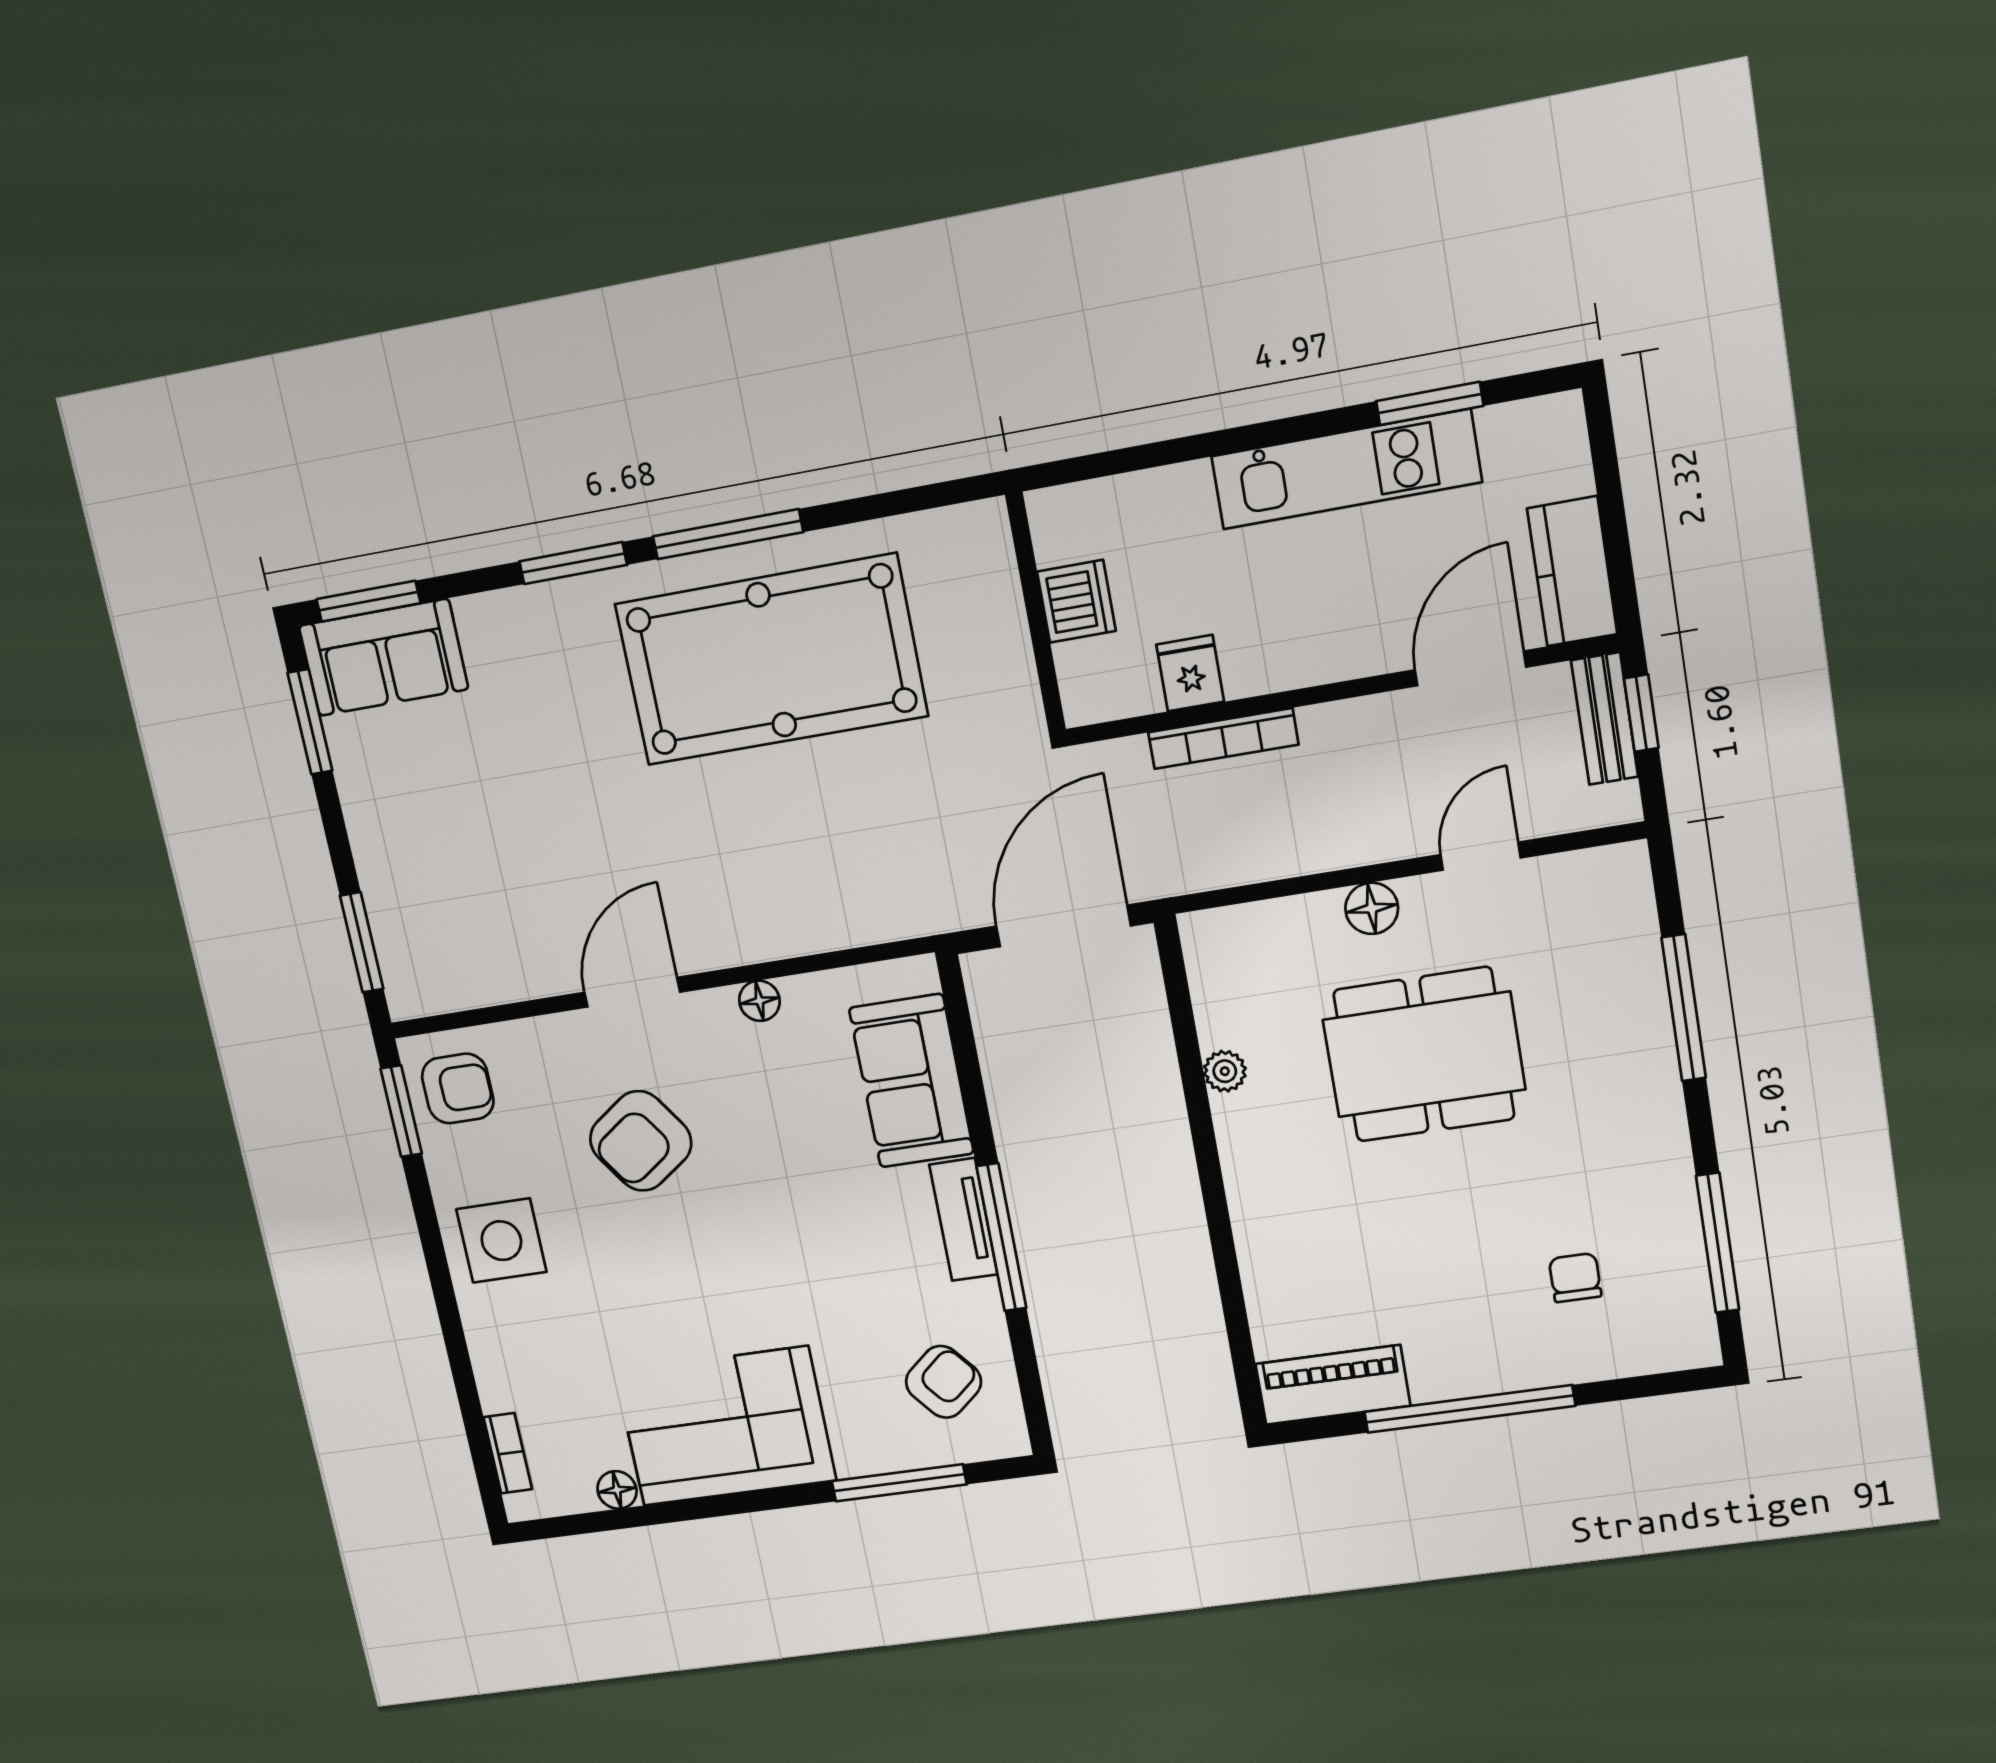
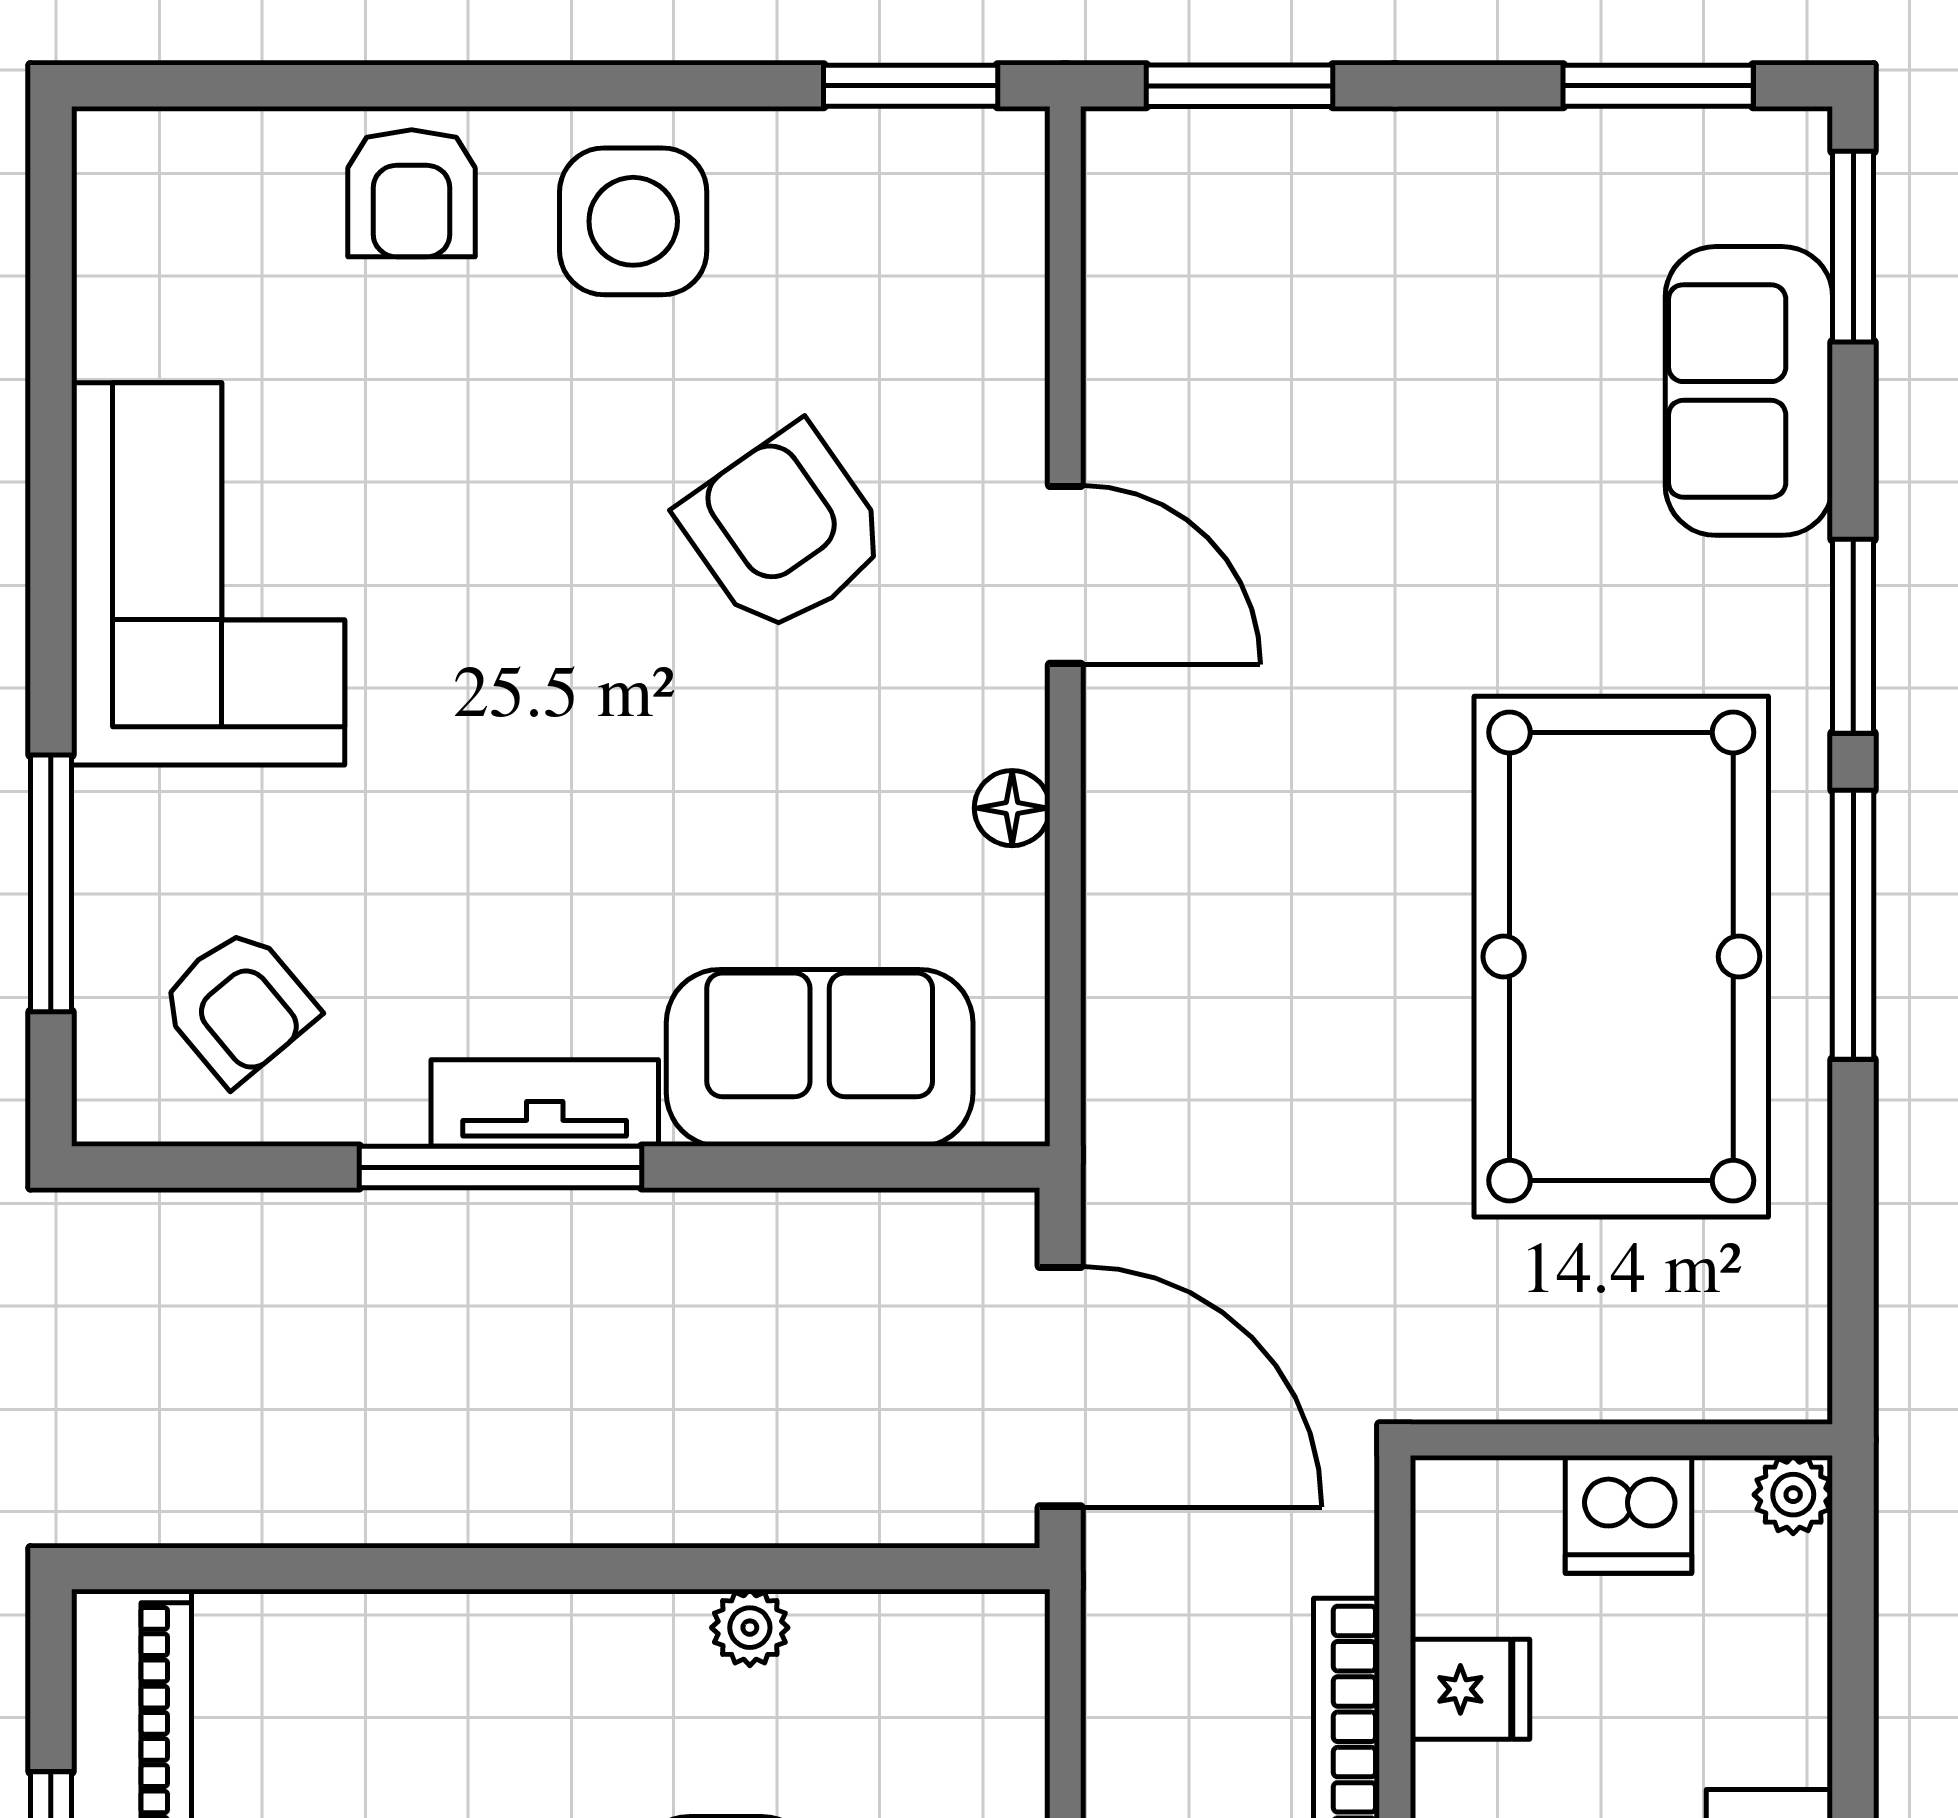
plant: (1048, 510) -> (1793, 1495), added
sofa: (384, 657) -> (1749, 391), moved
armchair: (458, 1089) -> (412, 193), moved
bookcase: (508, 1453) -> (213, 138), removed
floor lamp: (617, 1490) -> (110, 336), removed

